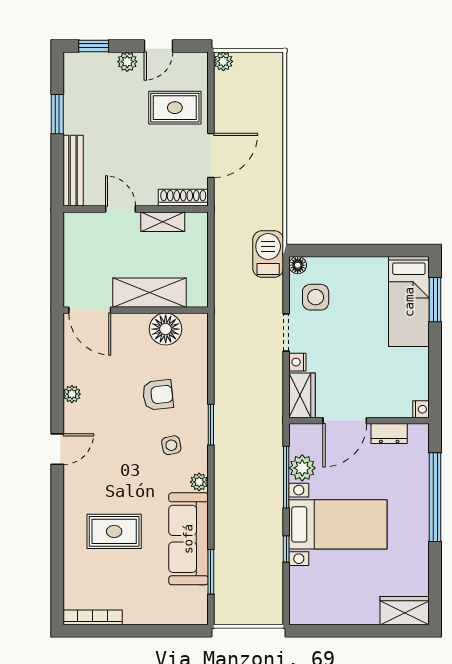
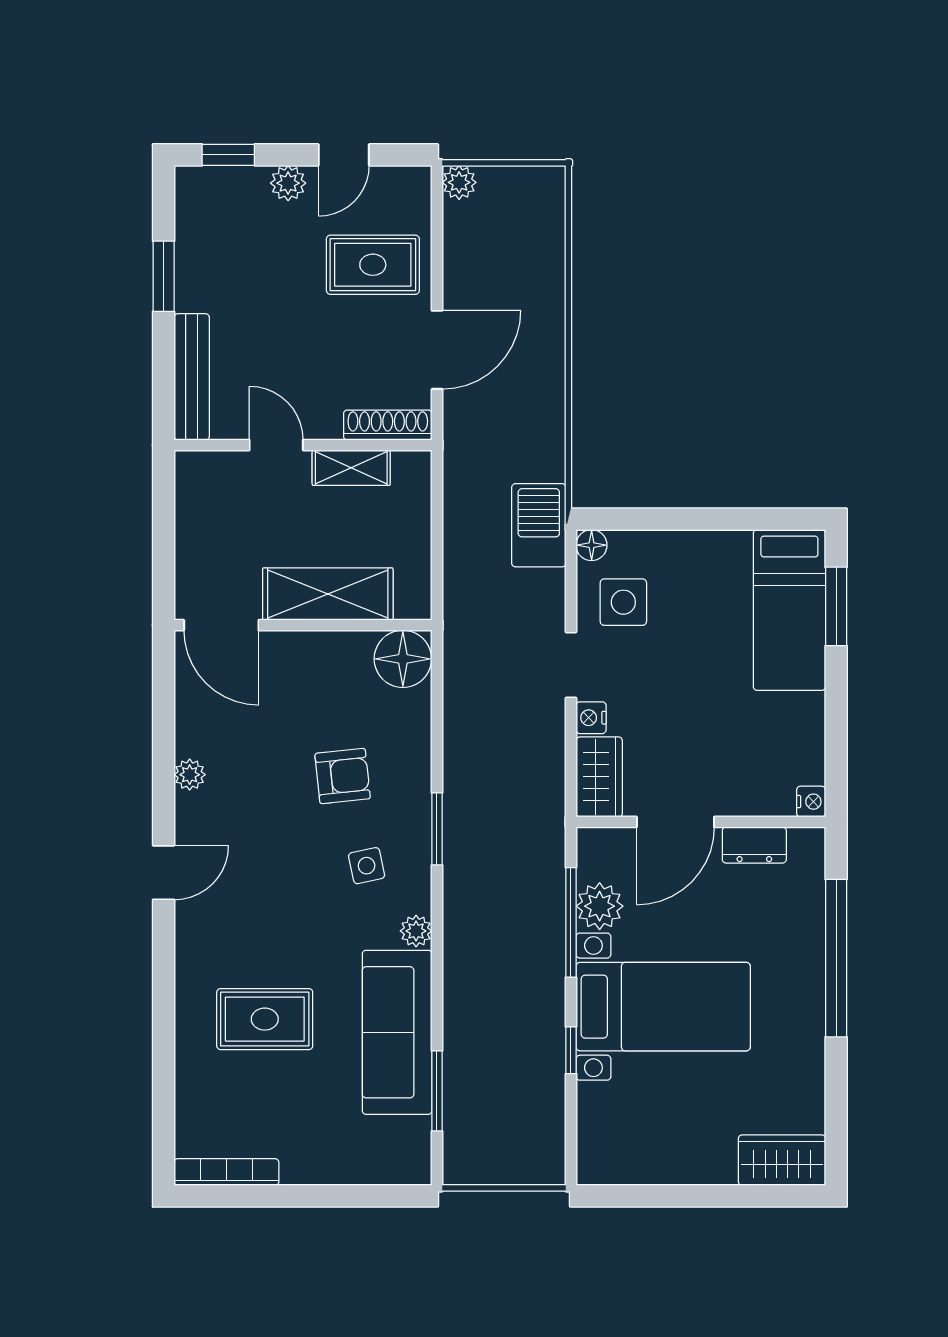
floor lamp: (166, 329) -> (403, 659), moved

